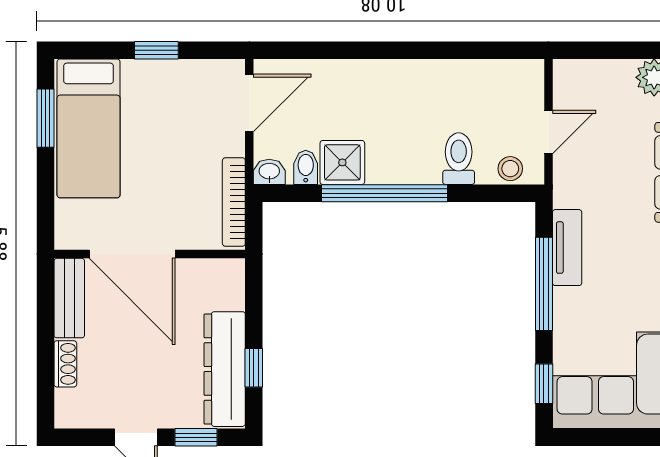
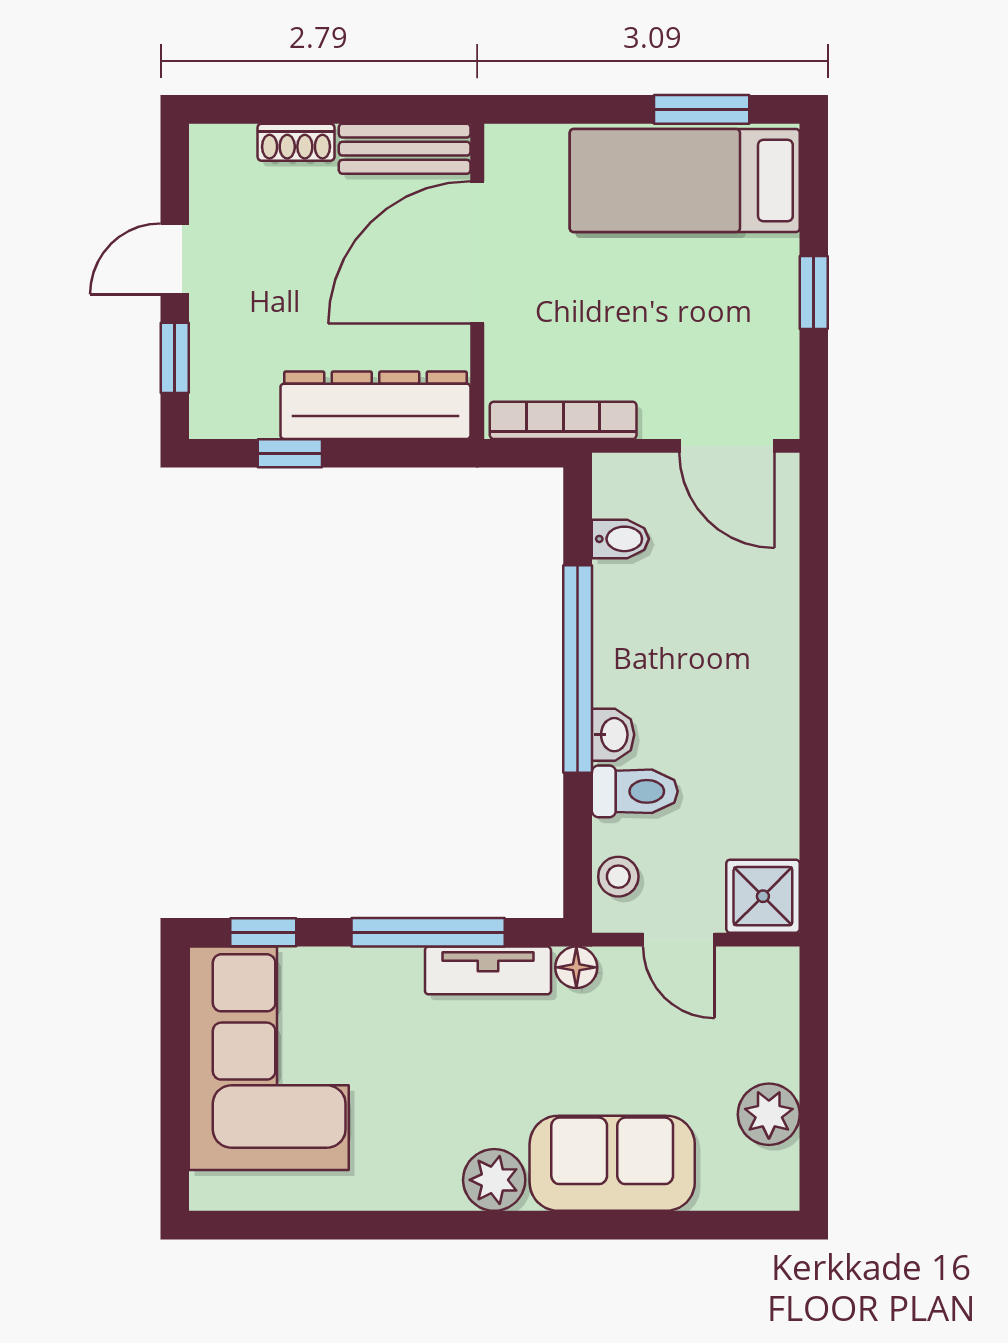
shower: (342, 162) -> (763, 896), moved
washbasin: (269, 172) -> (613, 735), moved
floor lamp: (565, 194) -> (576, 967), added
dresser: (225, 369) -> (375, 405), moved

